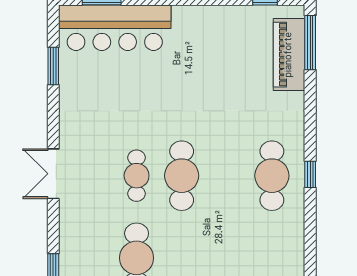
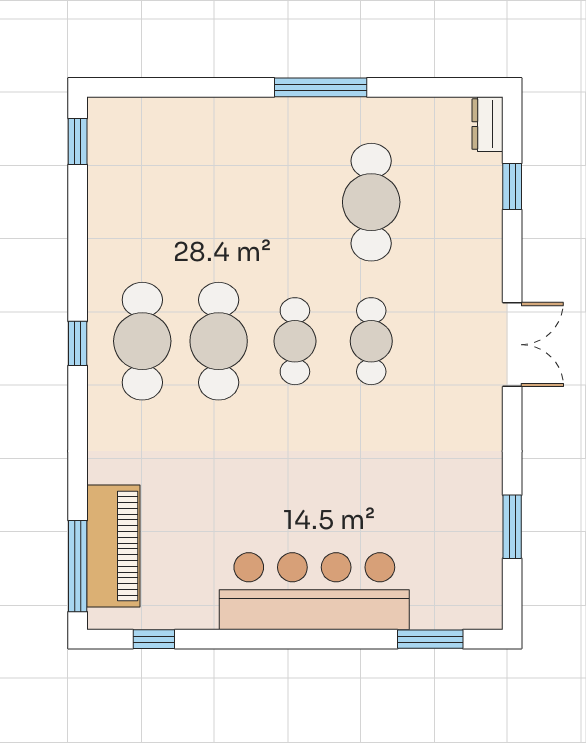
bar counter: (115, 28) -> (314, 591), moved
cafe table: (182, 176) -> (295, 341), width x0.73, depth x0.74
cafe table: (227, 176) -> (219, 341), added

